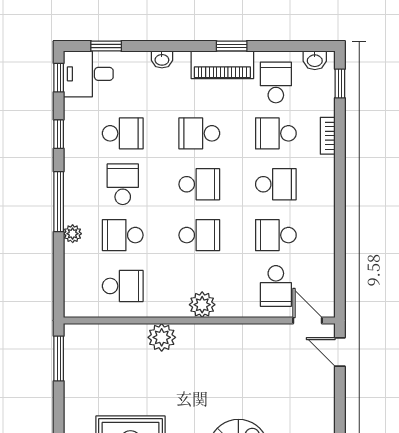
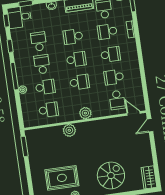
school desk: (123, 133) -> (39, 41), turned -90
school desk: (123, 235) -> (45, 87), turned 180
door: (340, 352) -> (150, 125), hinge flipped

